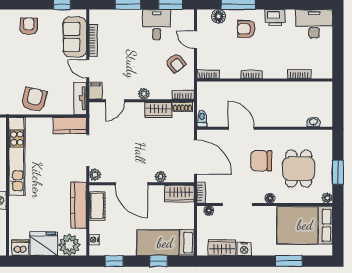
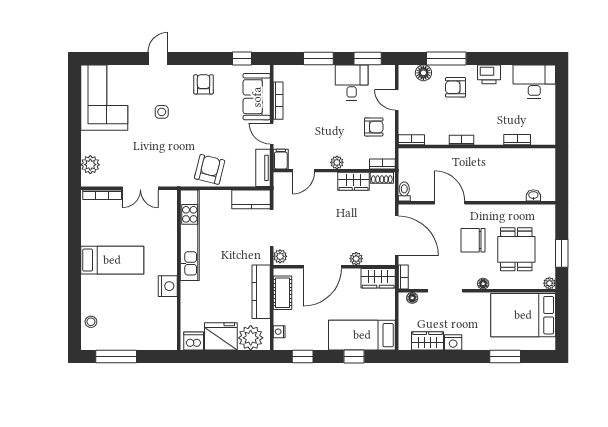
armchair: (176, 63) -> (374, 127), turned -53
door: (131, 184) -> (322, 267), hinge flipped

